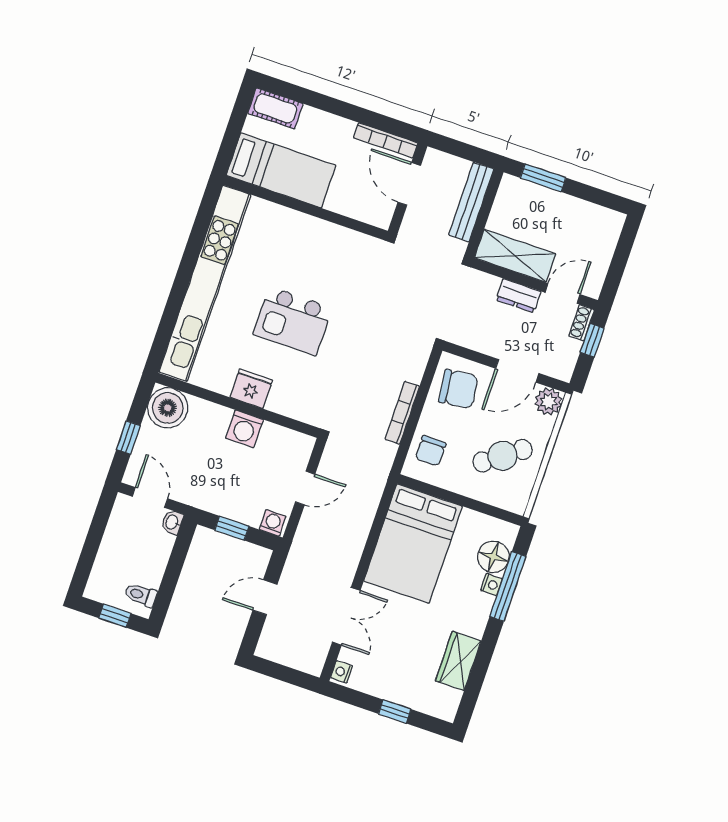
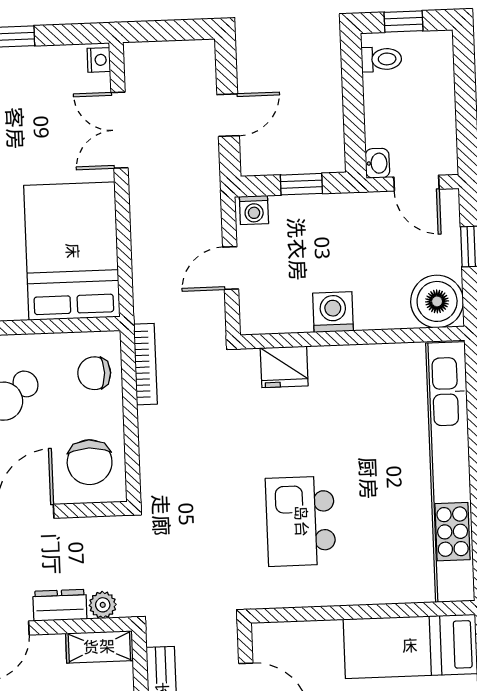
shelving: (515, 256) -> (99, 647), width x0.67, depth x0.75
plant: (488, 284) -> (103, 605), added
kitchen island: (293, 321) -> (301, 521), moved, turned -90
fridge: (251, 389) -> (284, 367), moved
chair: (458, 389) -> (90, 462), turned -83
bookcase: (402, 413) -> (145, 364), moved
chair: (431, 451) -> (94, 373), turned -90

